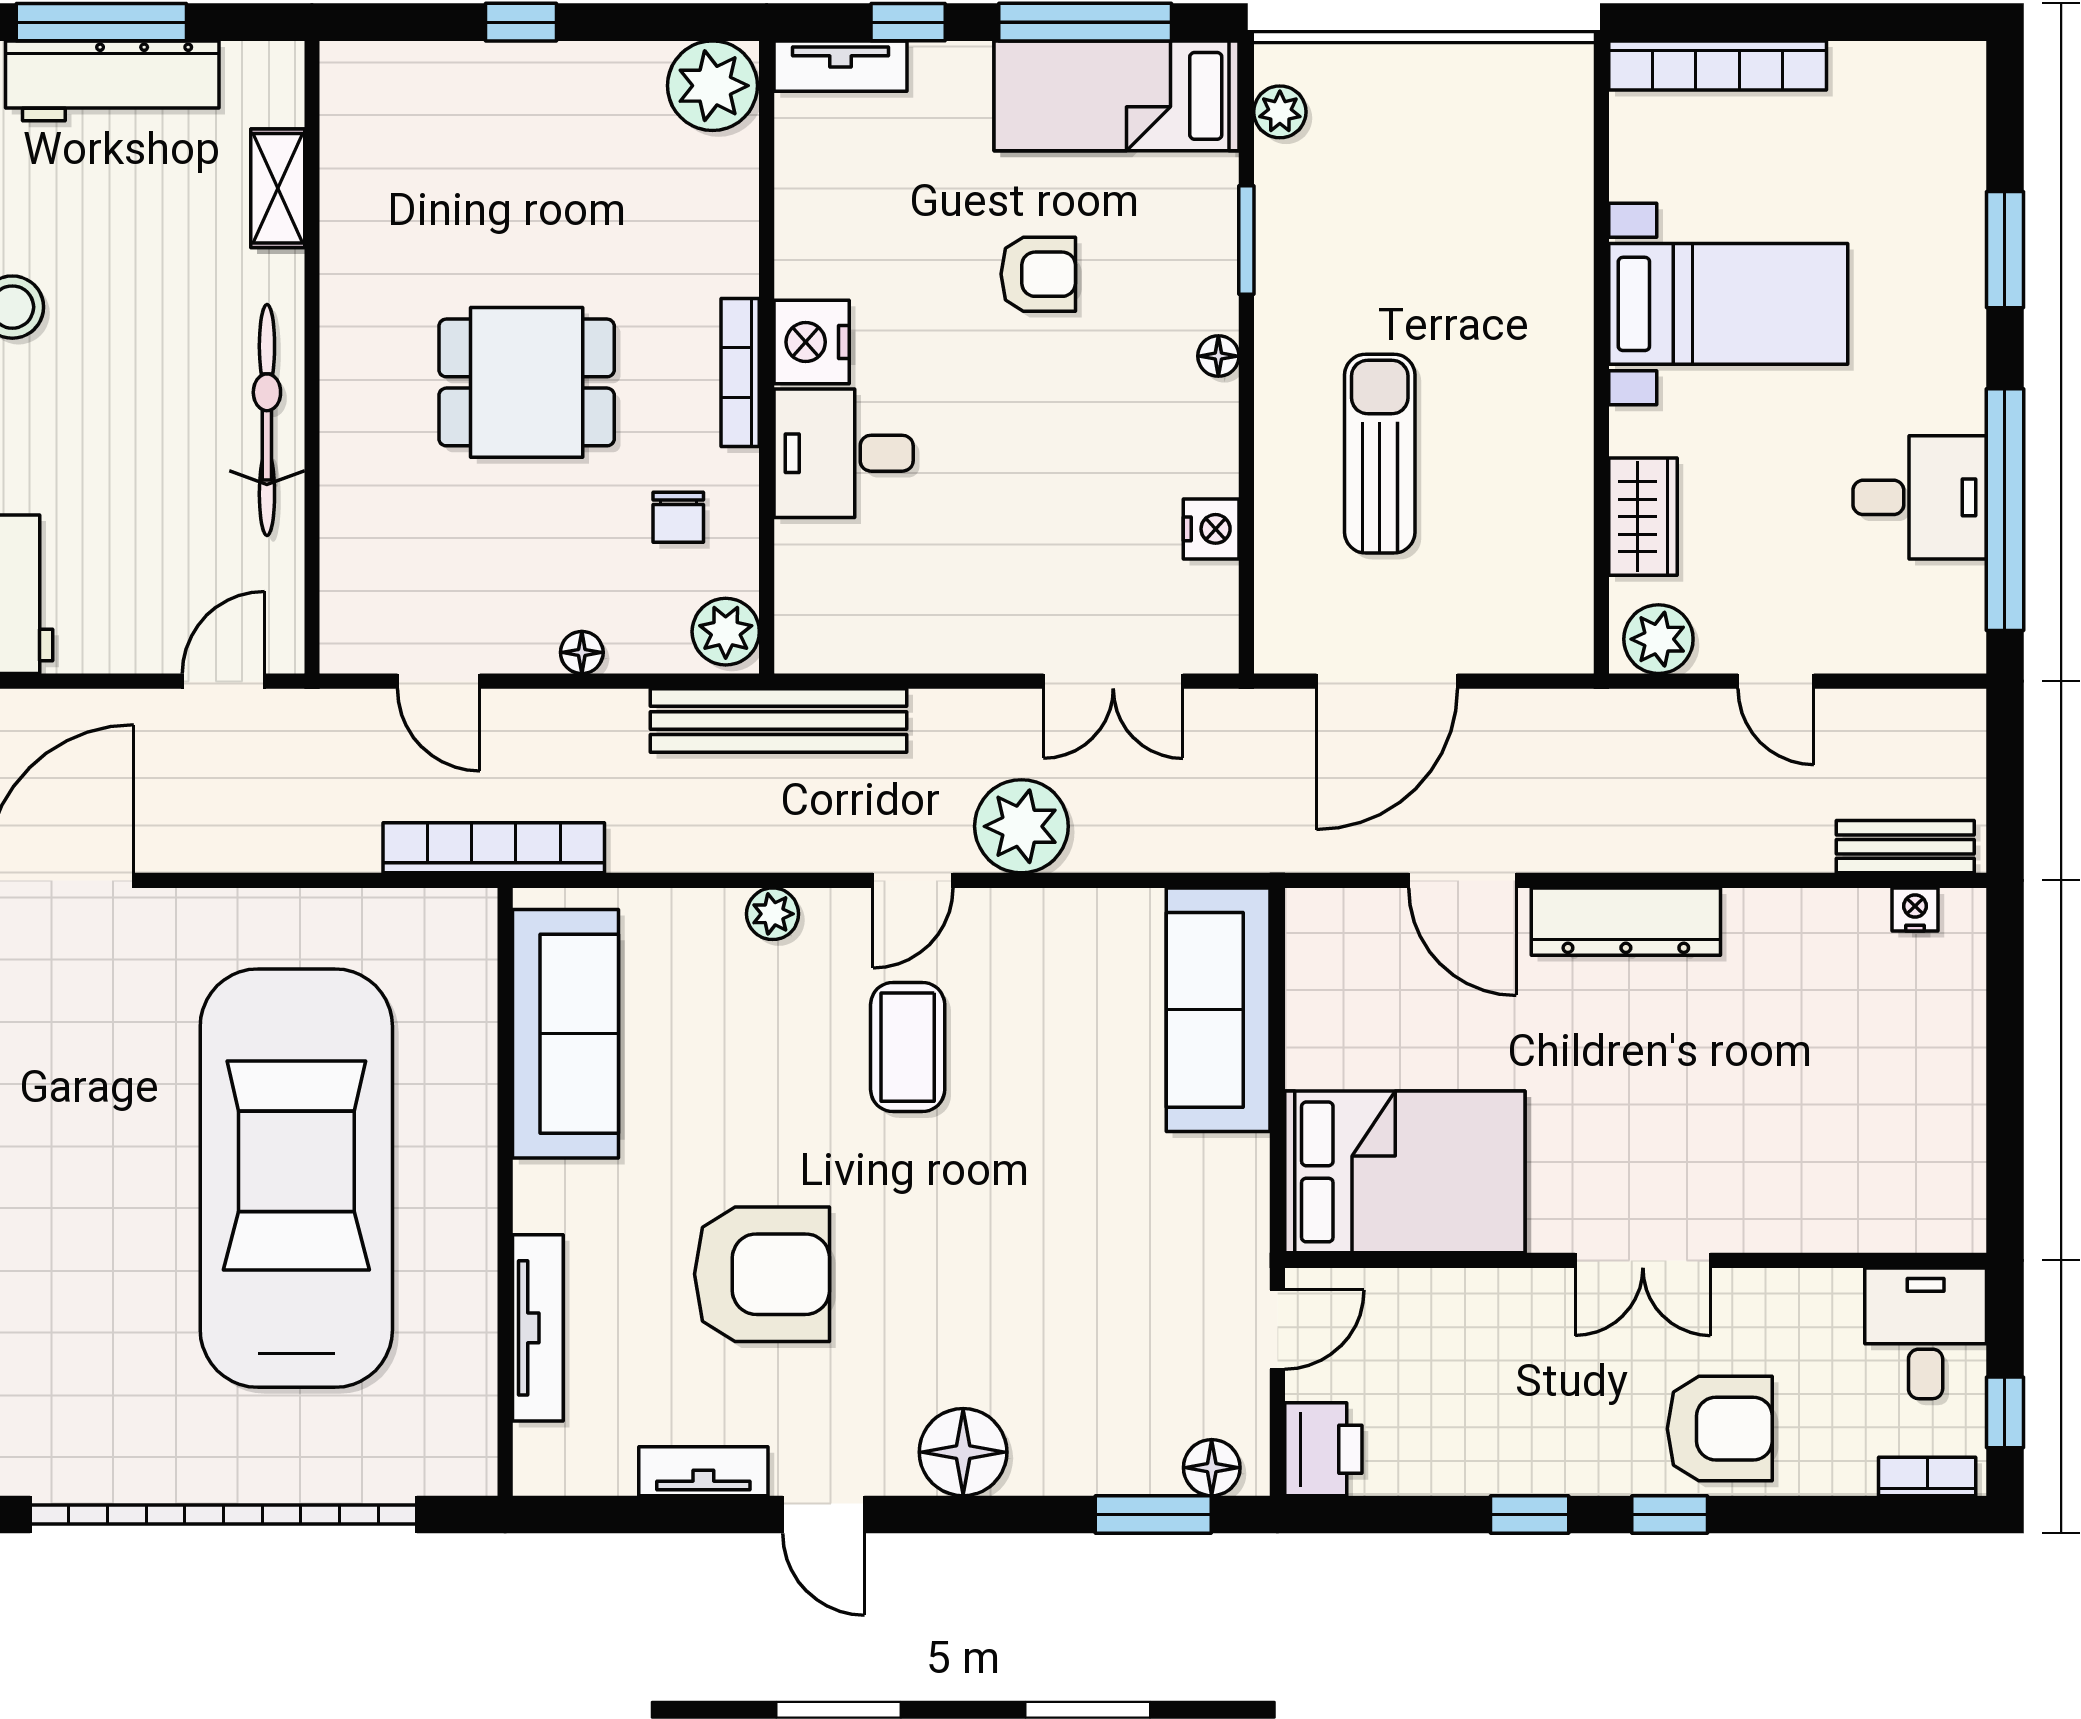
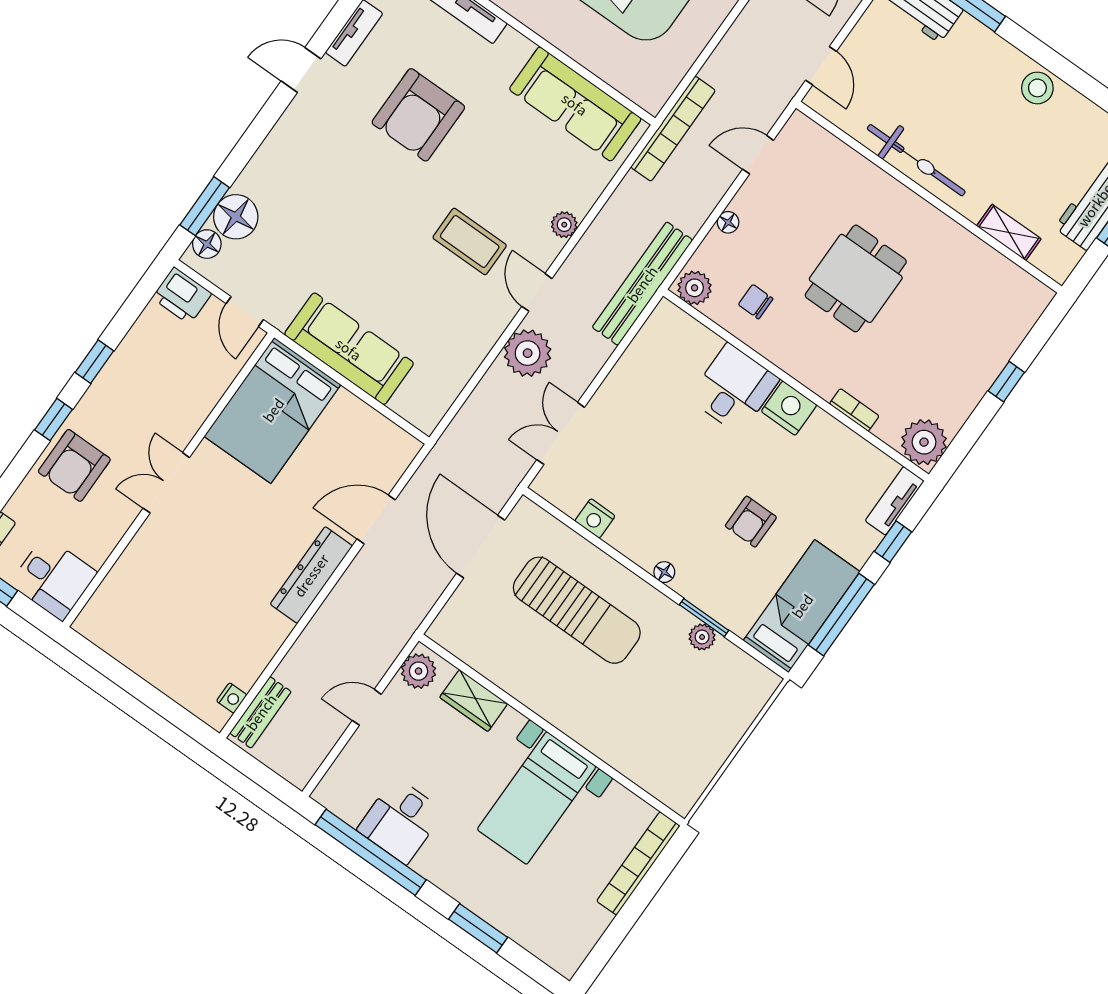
plant: (1280, 112) -> (702, 637), moved
bookcase: (740, 373) -> (854, 410), moved, width x0.64
sun lounger: (1380, 454) -> (577, 610), width x1.36, depth x1.34
sofa: (1218, 1010) -> (349, 349), moved
floor lamp: (963, 1452) -> (236, 217), moved

